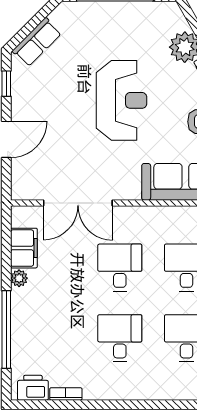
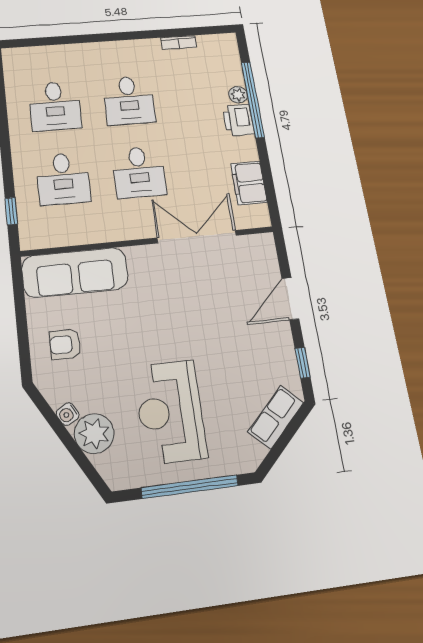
reception desk: (122, 100) -> (170, 412), moved
plant: (19, 278) -> (238, 95), moved
printer: (33, 388) -> (238, 120), moved, turned 90

